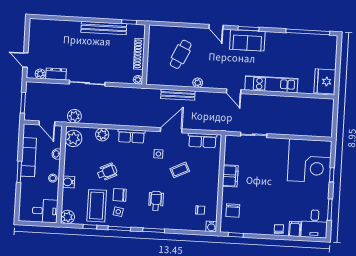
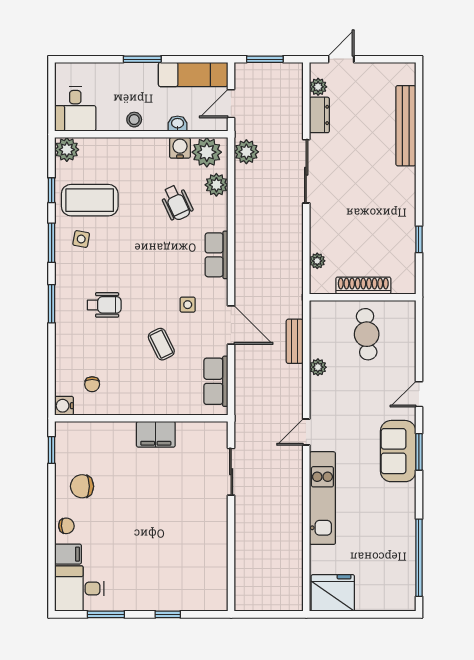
bench: (104, 28) -> (406, 126), moved
shoe rack: (139, 54) -> (363, 286), moved
cafe table: (181, 54) -> (367, 334), turned 60
wall: (146, 55) -> (363, 297), moved
bench: (178, 95) -> (295, 341), width x0.73
plant: (102, 135) -> (216, 185), moved
exam couch: (29, 157) -> (193, 74), moved
corner desk: (310, 161) -> (190, 574), removed
wheelchair: (107, 172) -> (177, 203), moved
water cooler: (69, 182) -> (180, 148), moved
chair: (120, 195) -> (111, 240), removed
chair: (233, 210) -> (82, 486), moved

